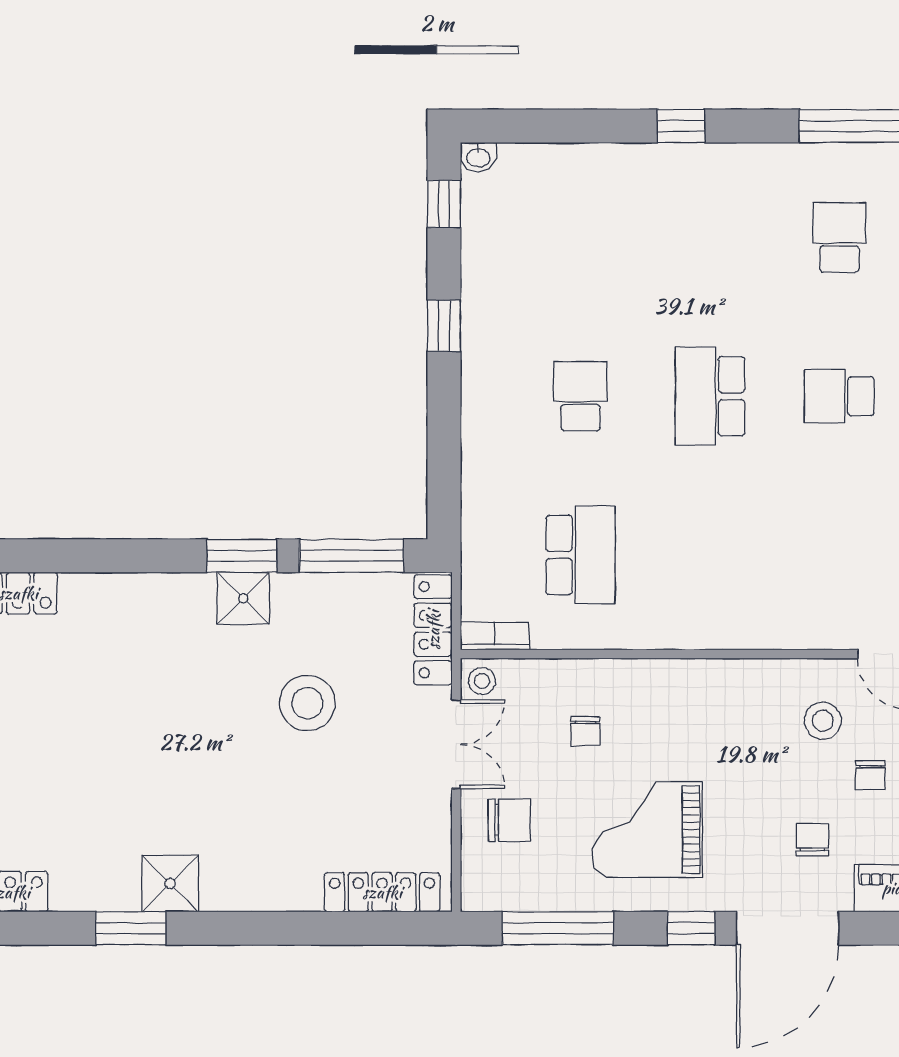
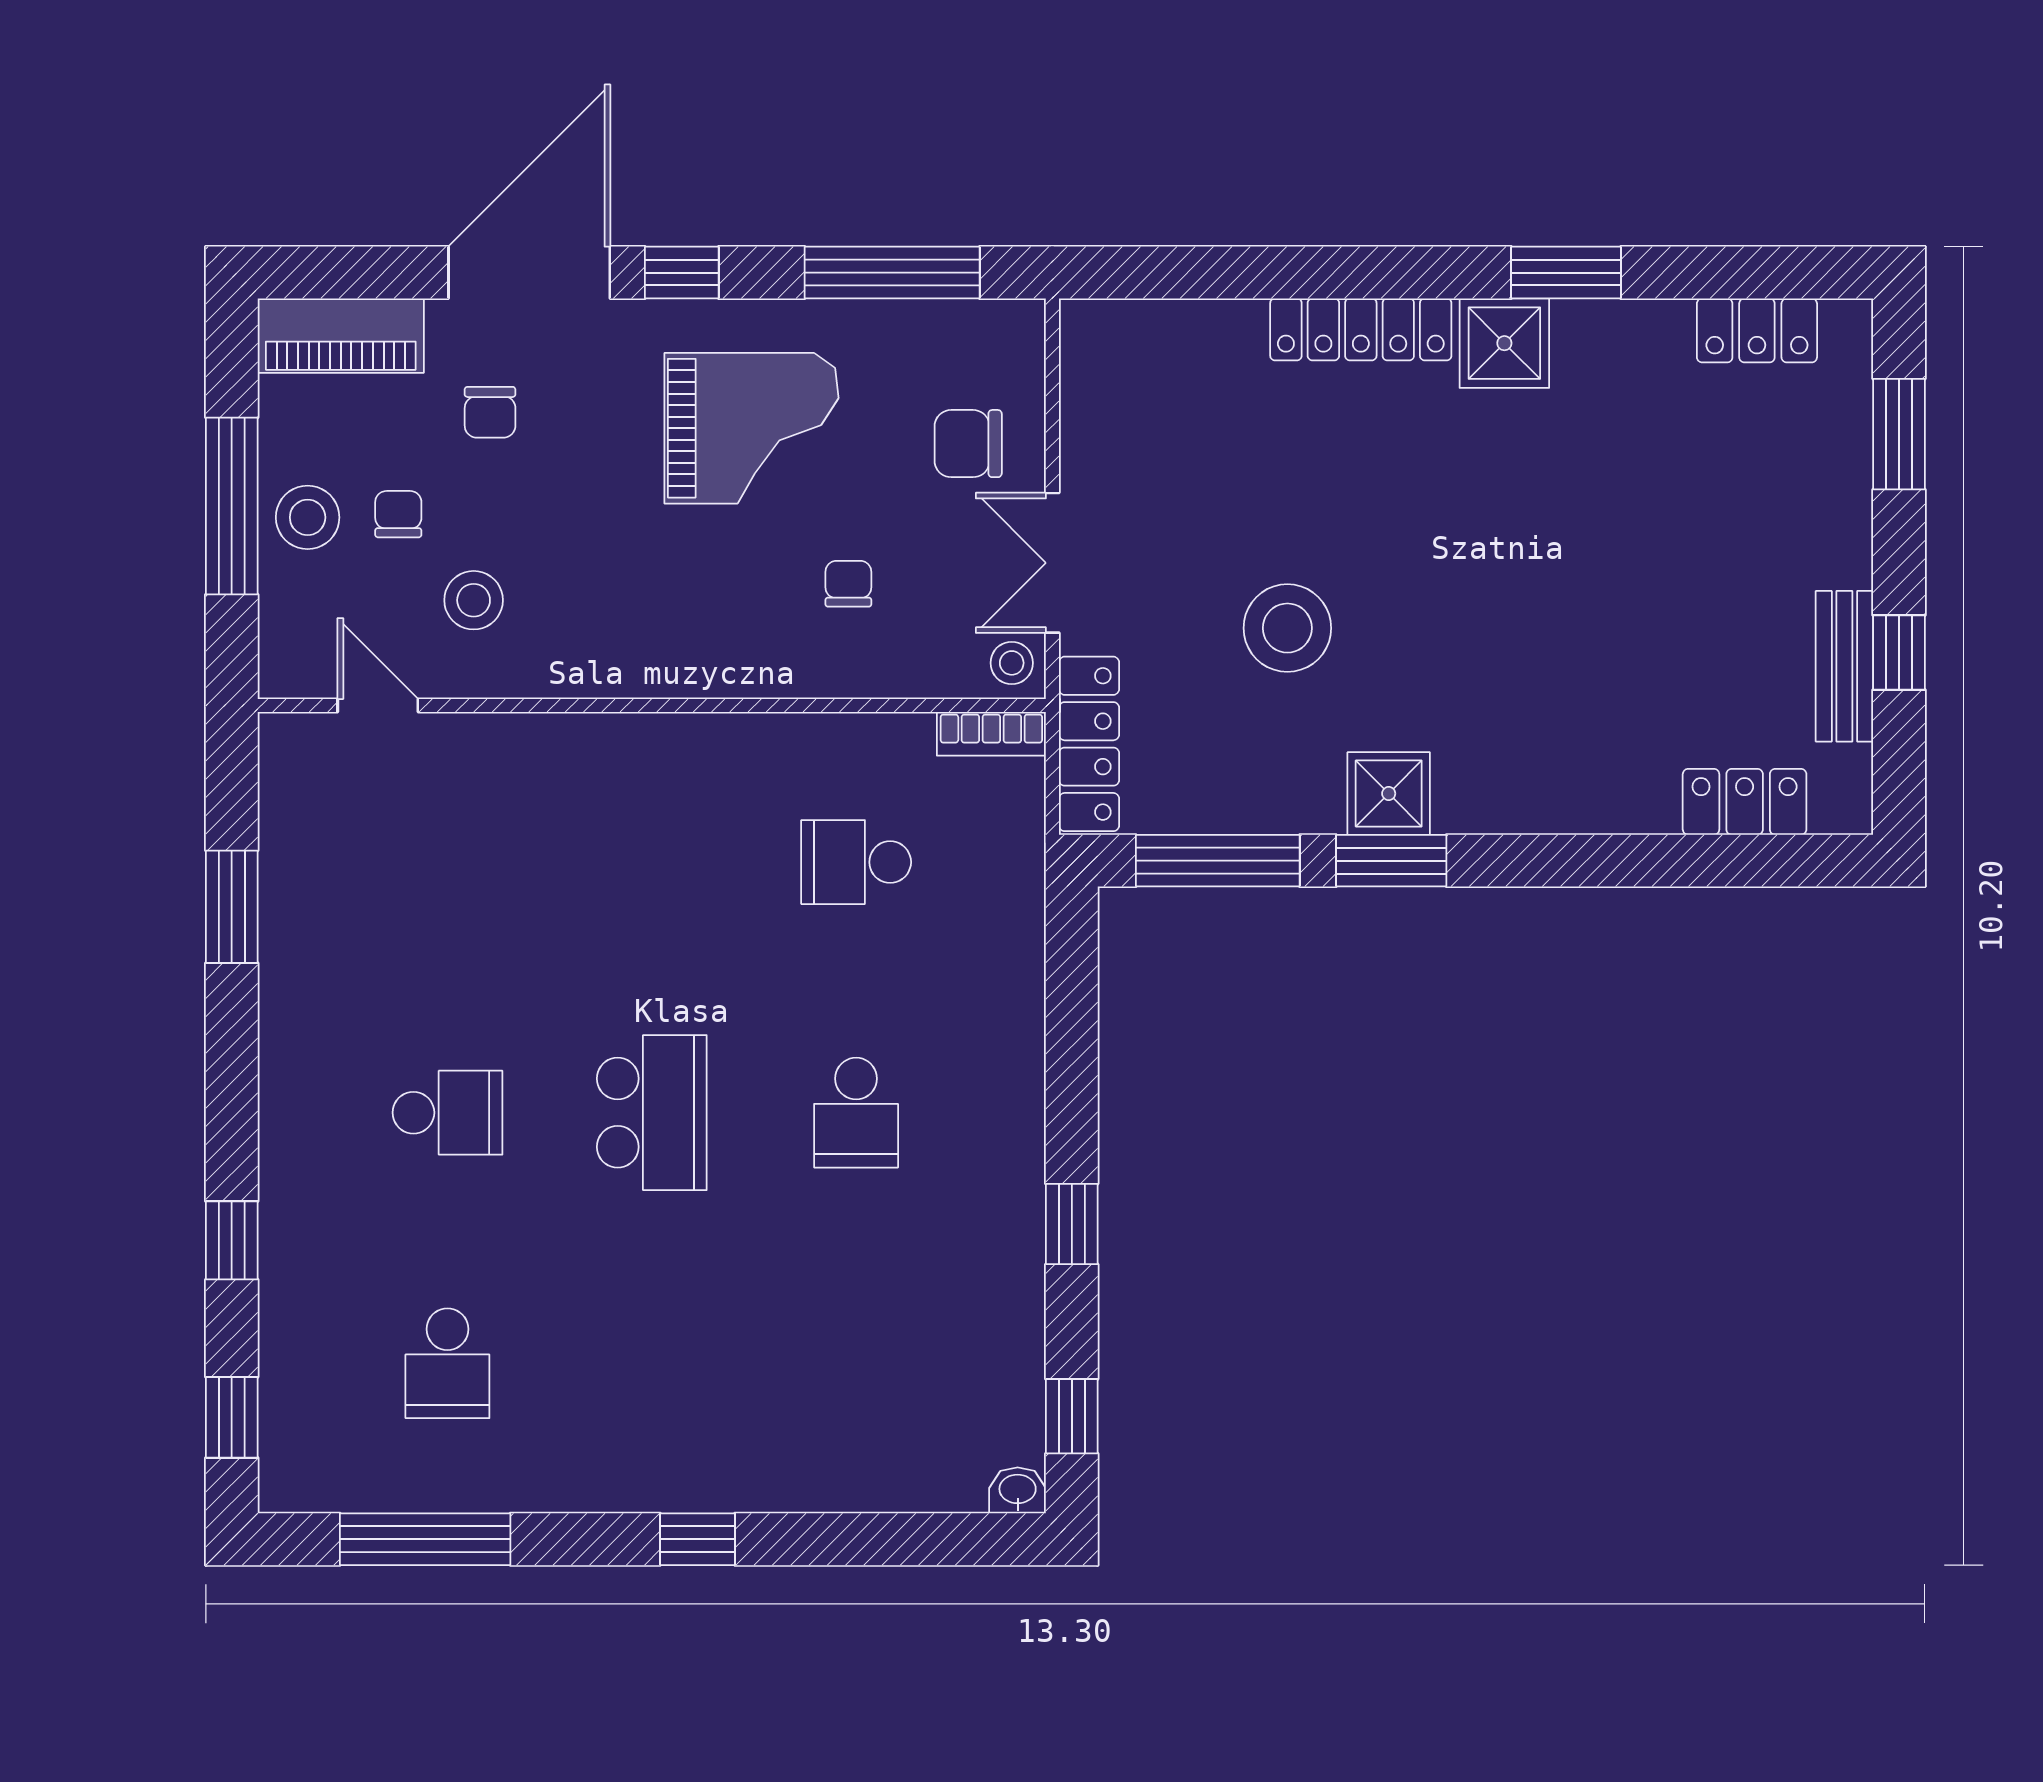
school desk: (581, 555) -> (856, 862), width x0.54
locker: (382, 892) -> (1361, 329), moved

